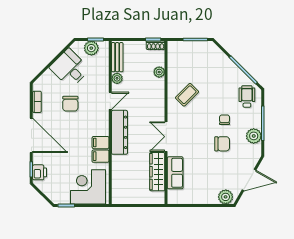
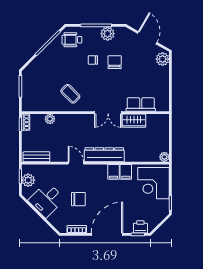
plant: (117, 78) -> (164, 157), moved
wardrobe: (157, 172) -> (134, 121), width x0.67

